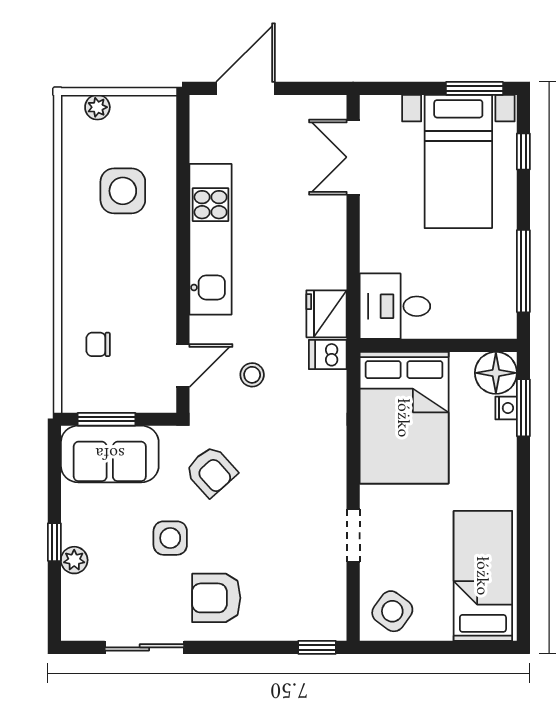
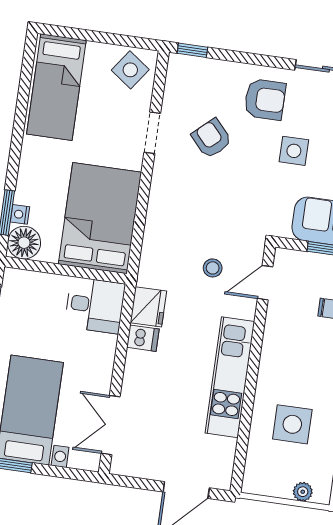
double door: (353, 157) -> (111, 425), swing flipped
dishwasher: (328, 355) -> (143, 338), moved
armchair: (211, 471) -> (212, 138), moved

